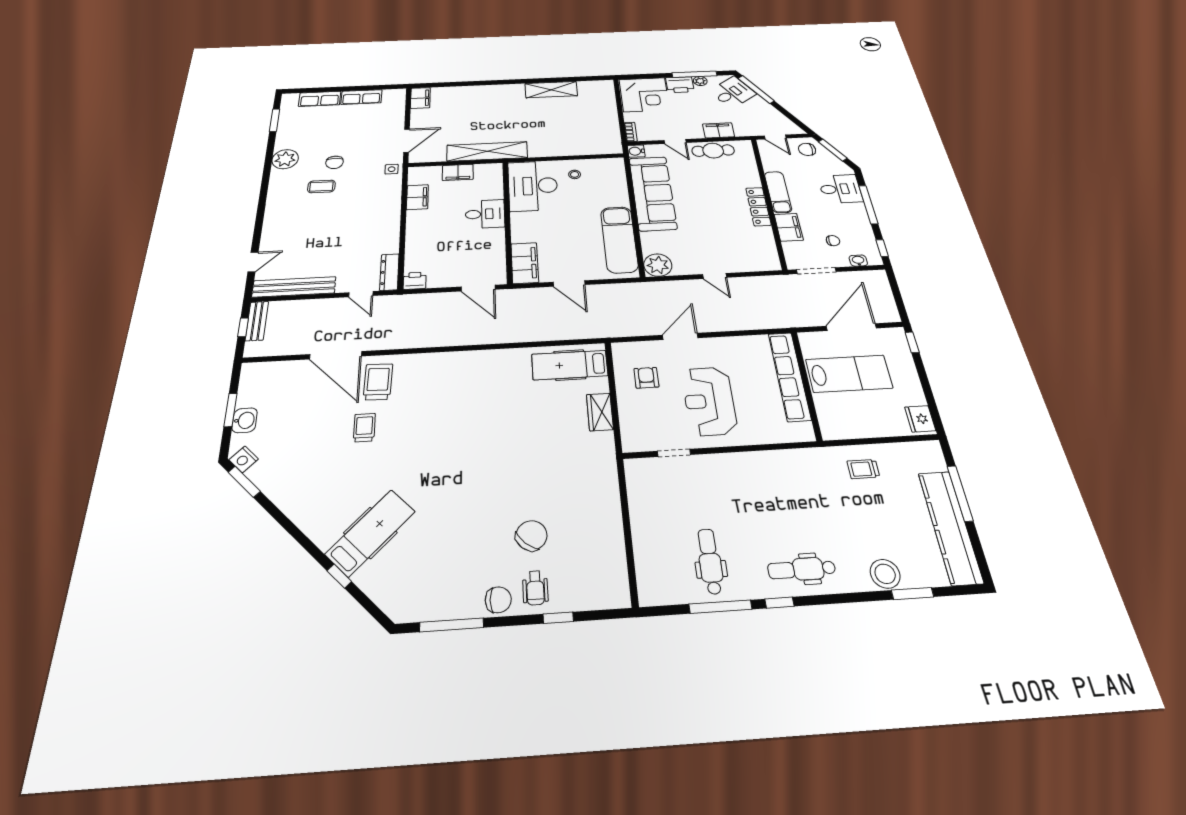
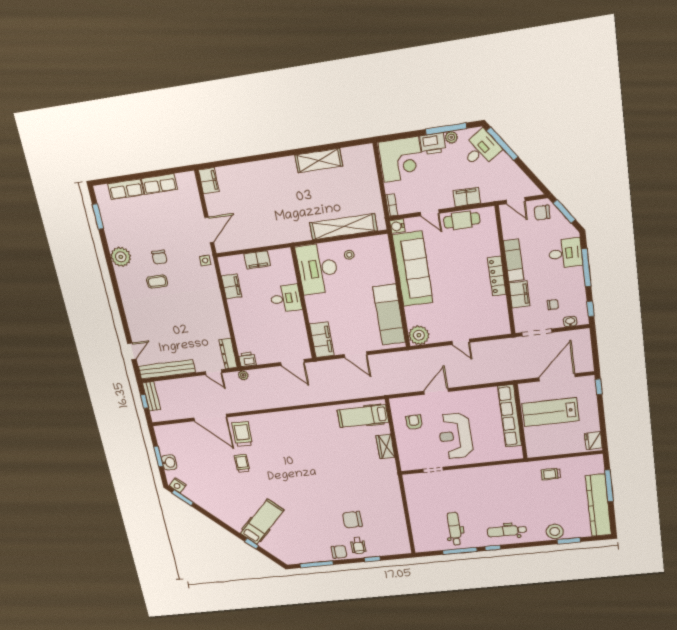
shelving: (487, 151) -> (343, 227), moved
plant: (403, 301) -> (243, 375), added
lab bench: (849, 374) -> (550, 412), turned 180
chair: (531, 536) -> (352, 520), turned -131

